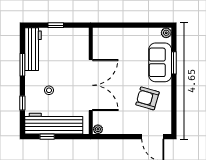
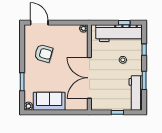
sofa: (160, 62) -> (49, 101), moved, turned -90
double door: (91, 85) -> (89, 78), moved

